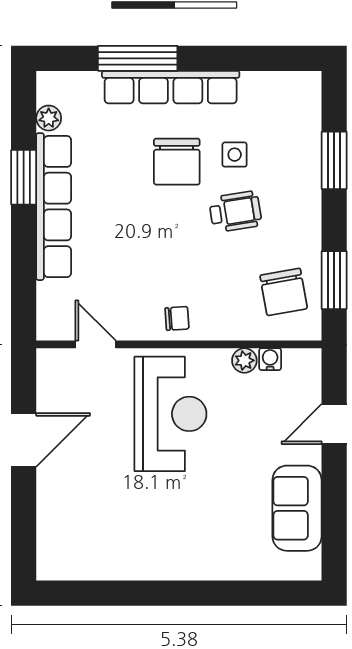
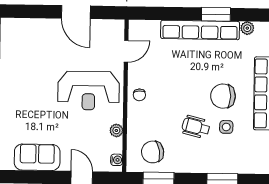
wheelchair: (235, 212) -> (196, 127), turned 113
water cooler: (270, 359) -> (117, 160), moved

